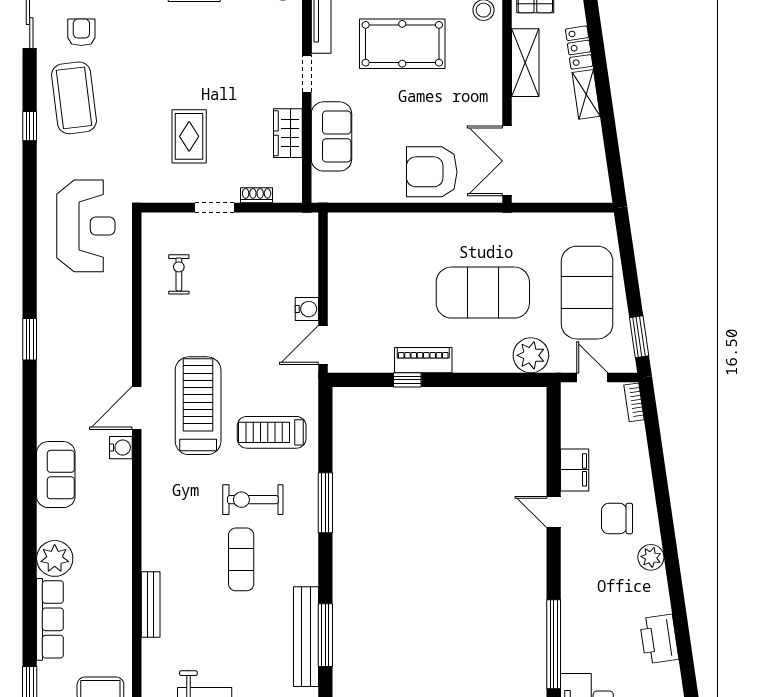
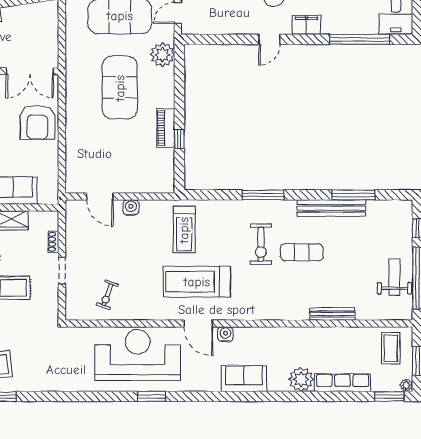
reception desk: (86, 226) -> (138, 355), moved, width x1.36, depth x1.30
exercise bike: (179, 274) -> (107, 295), turned -70
door: (323, 345) -> (100, 196), moved
treadmill: (272, 432) -> (184, 230), moved
filing cabinet: (575, 470) -> (306, 25), moved
bench: (306, 637) -> (331, 208), moved

